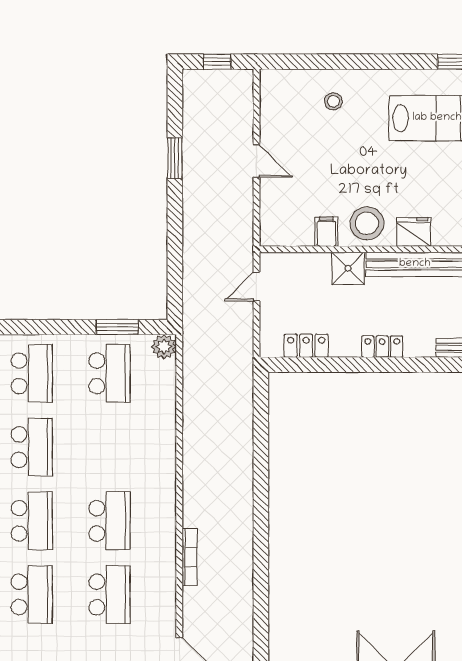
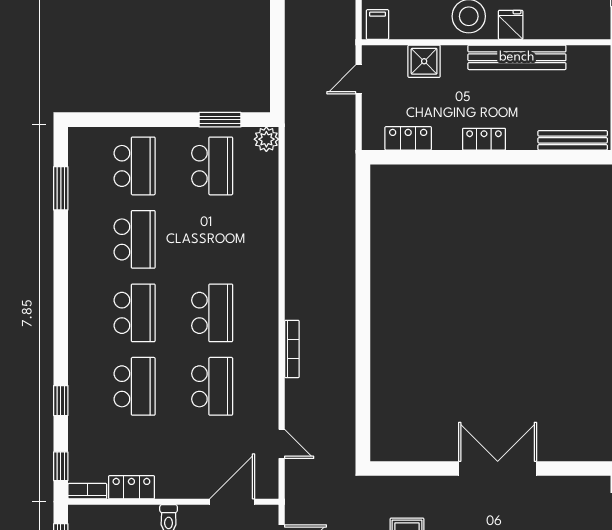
filing cabinet: (326, 232) -> (377, 25), moved
fridge: (414, 232) -> (511, 25), width x0.72
shower: (348, 268) -> (424, 61), moved

